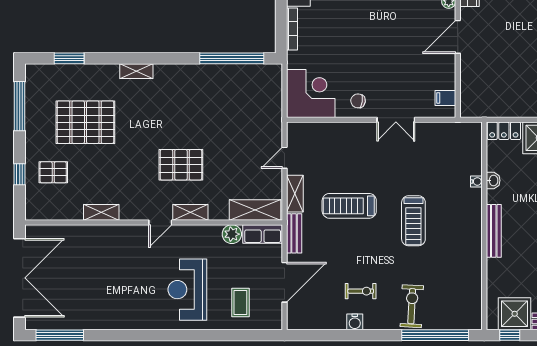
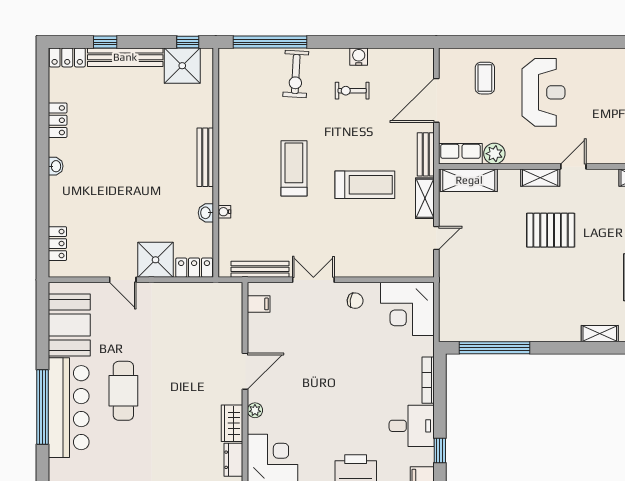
bench: (444, 129) -> (260, 269), added

